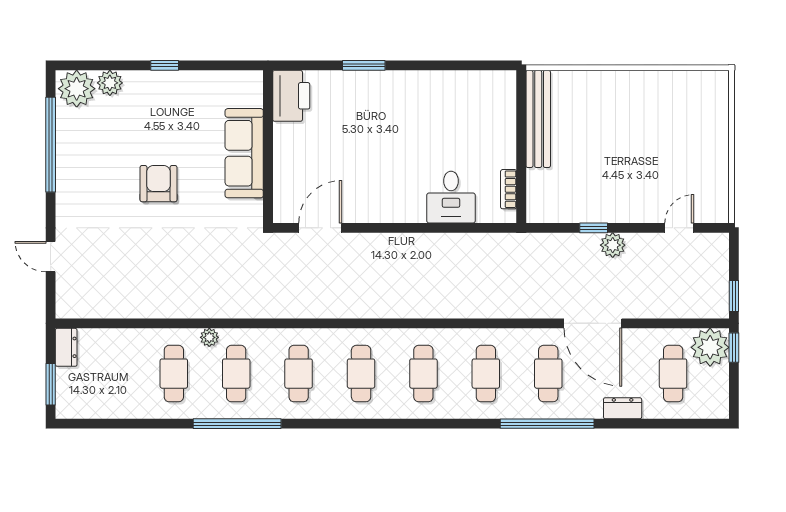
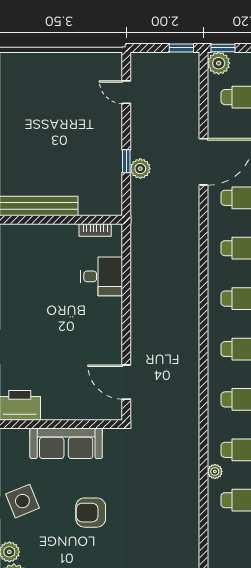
side table: (173, 99) -> (22, 501), added
plant: (613, 245) -> (140, 169), moved
plant: (710, 347) -> (219, 63), width x0.73, depth x0.73

